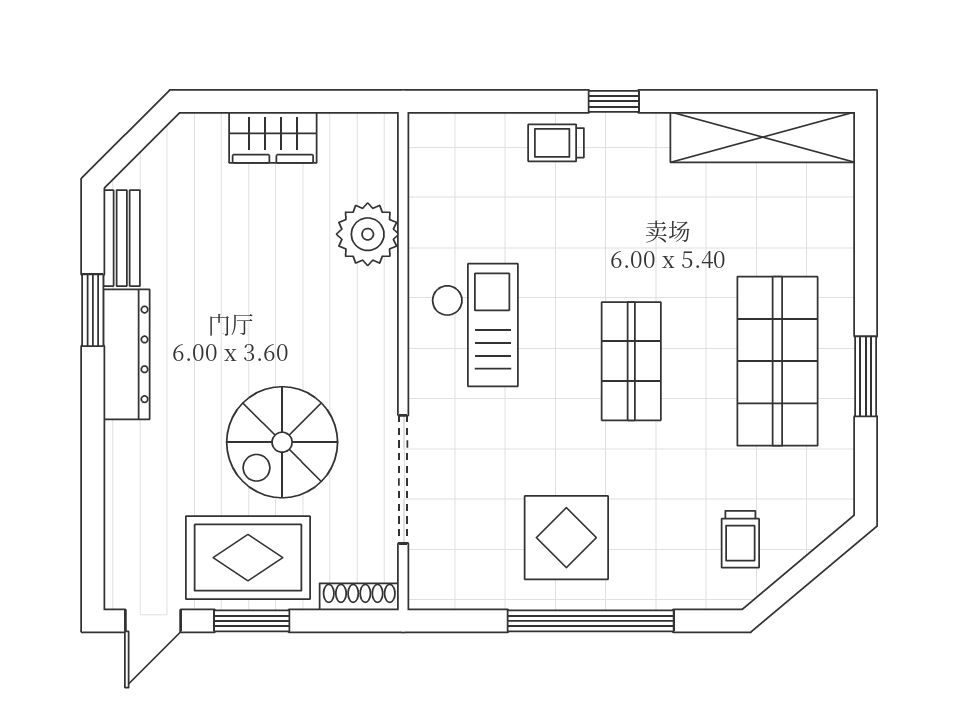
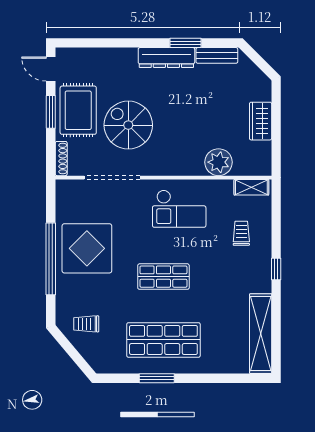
trolley: (556, 143) -> (241, 233), moved
shelving: (425, 159) -> (251, 187), added
display table: (566, 538) -> (87, 248), width x1.36, depth x1.36

